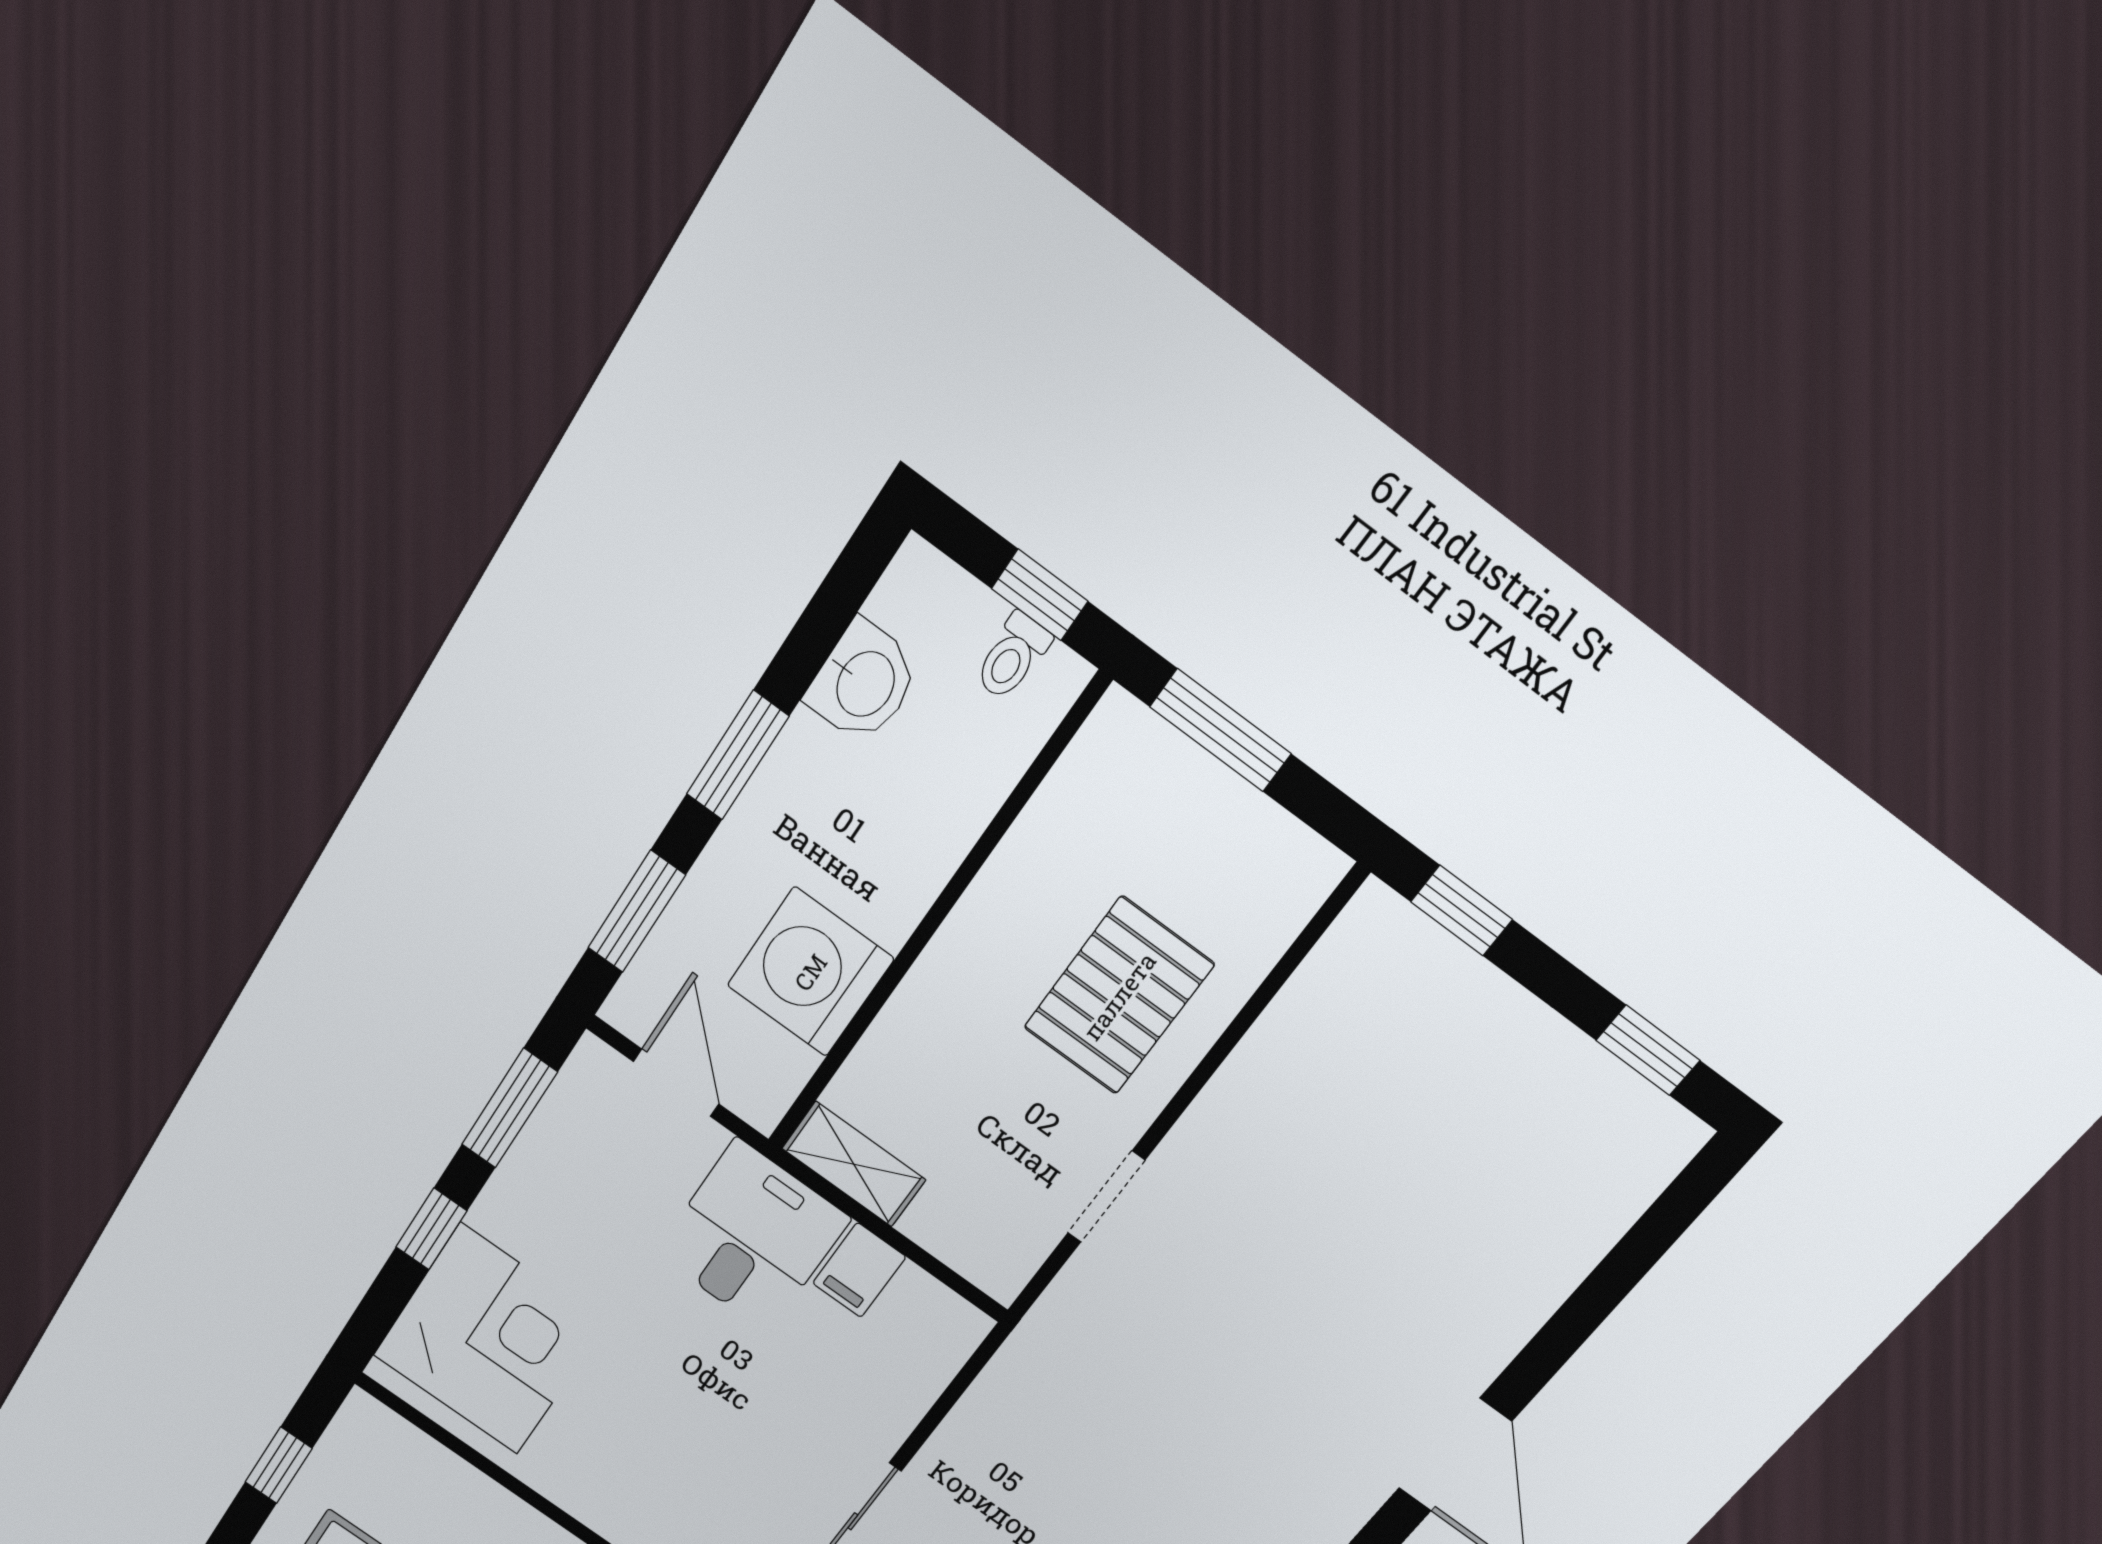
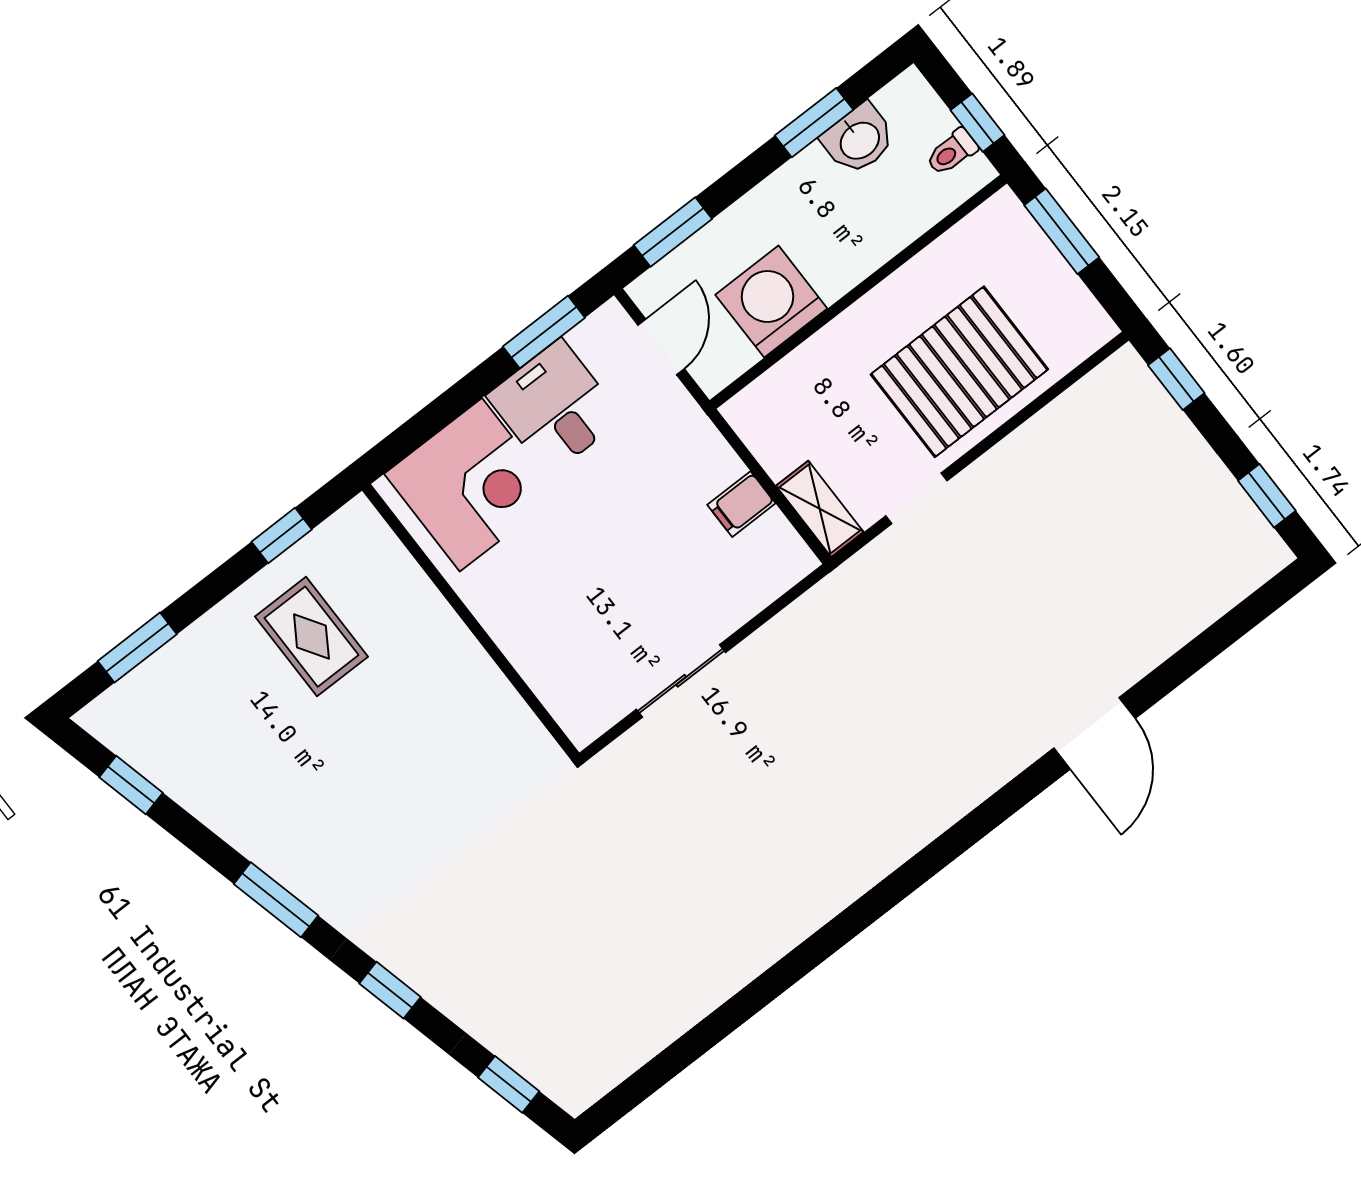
window: (738, 755) -> (814, 123), moved
pallet: (1119, 996) -> (959, 372), width x1.37, depth x1.41
shelving: (854, 1164) -> (820, 509), moved
window: (431, 1229) -> (460, 398), removed
desk: (752, 1236) -> (555, 407), moved, turned -90

